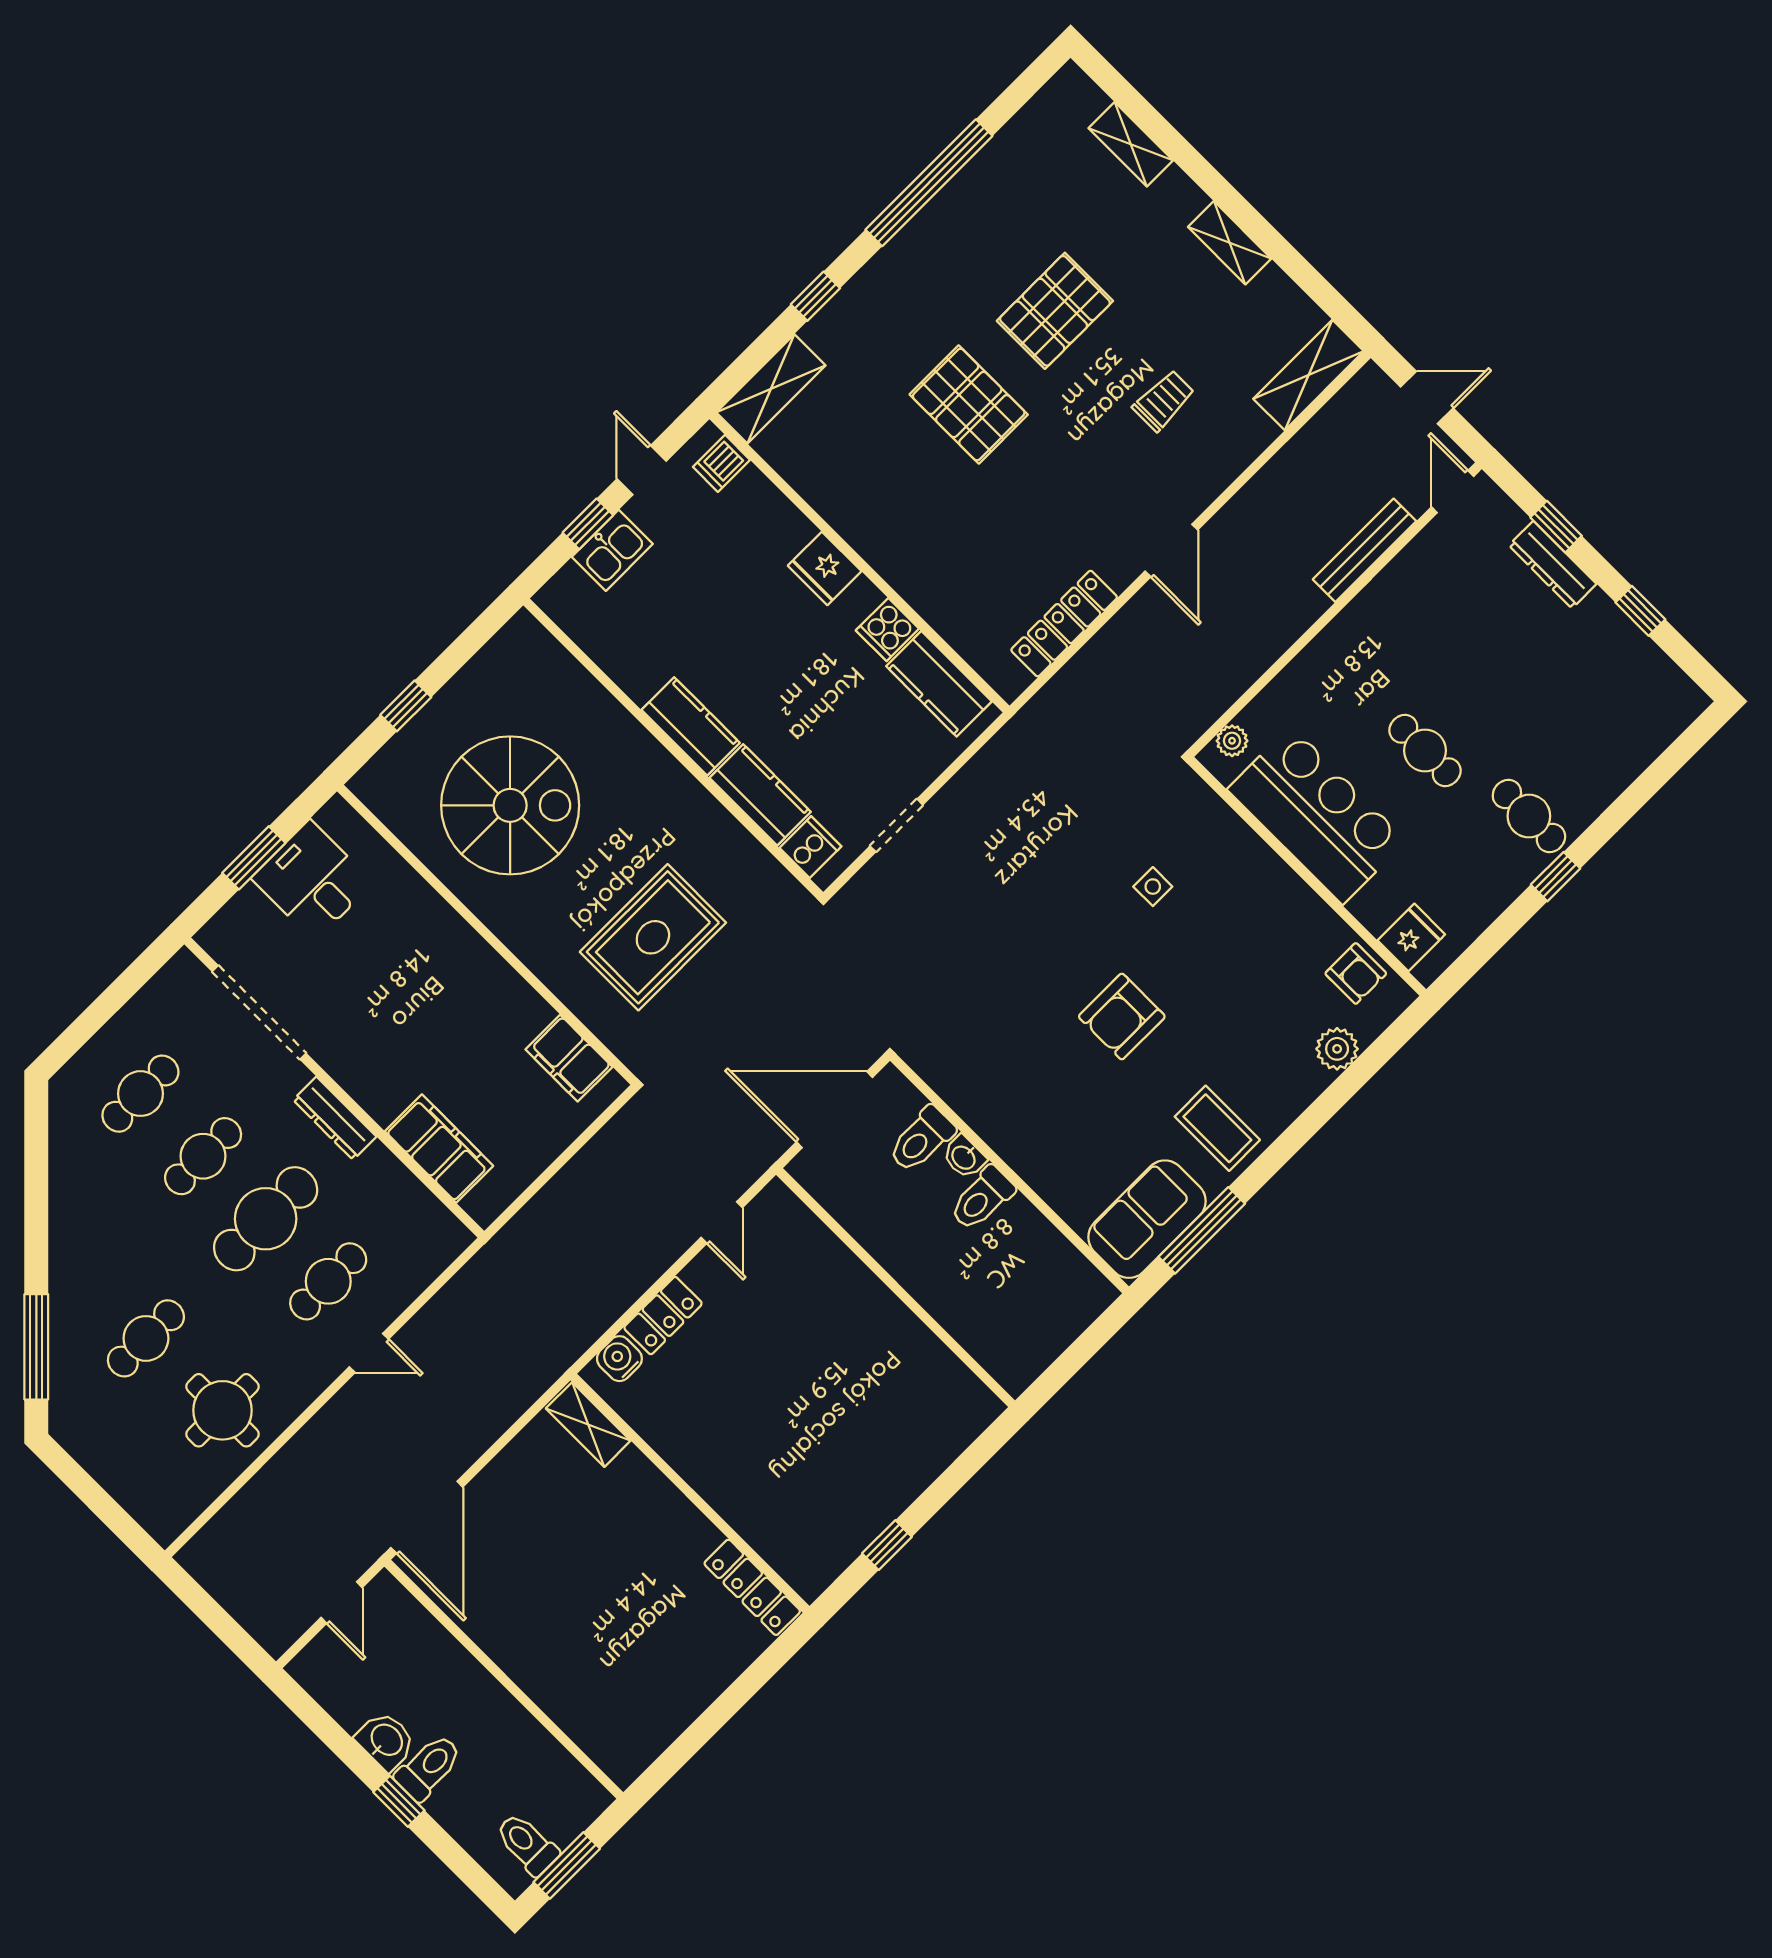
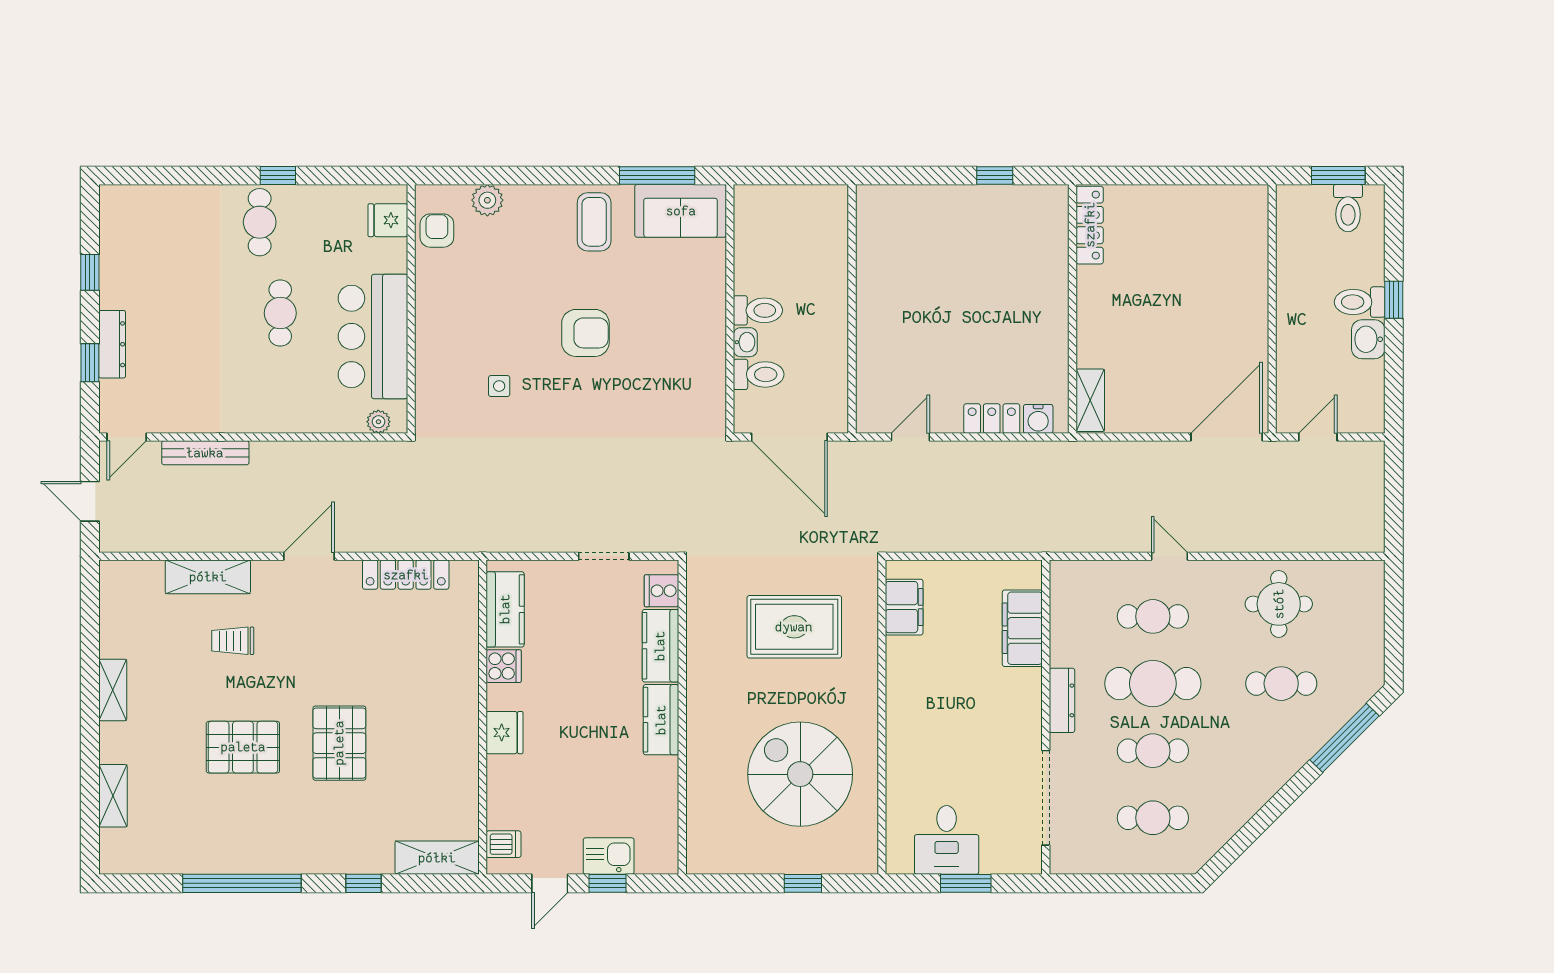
shelving: (1309, 375) -> (208, 577), moved

